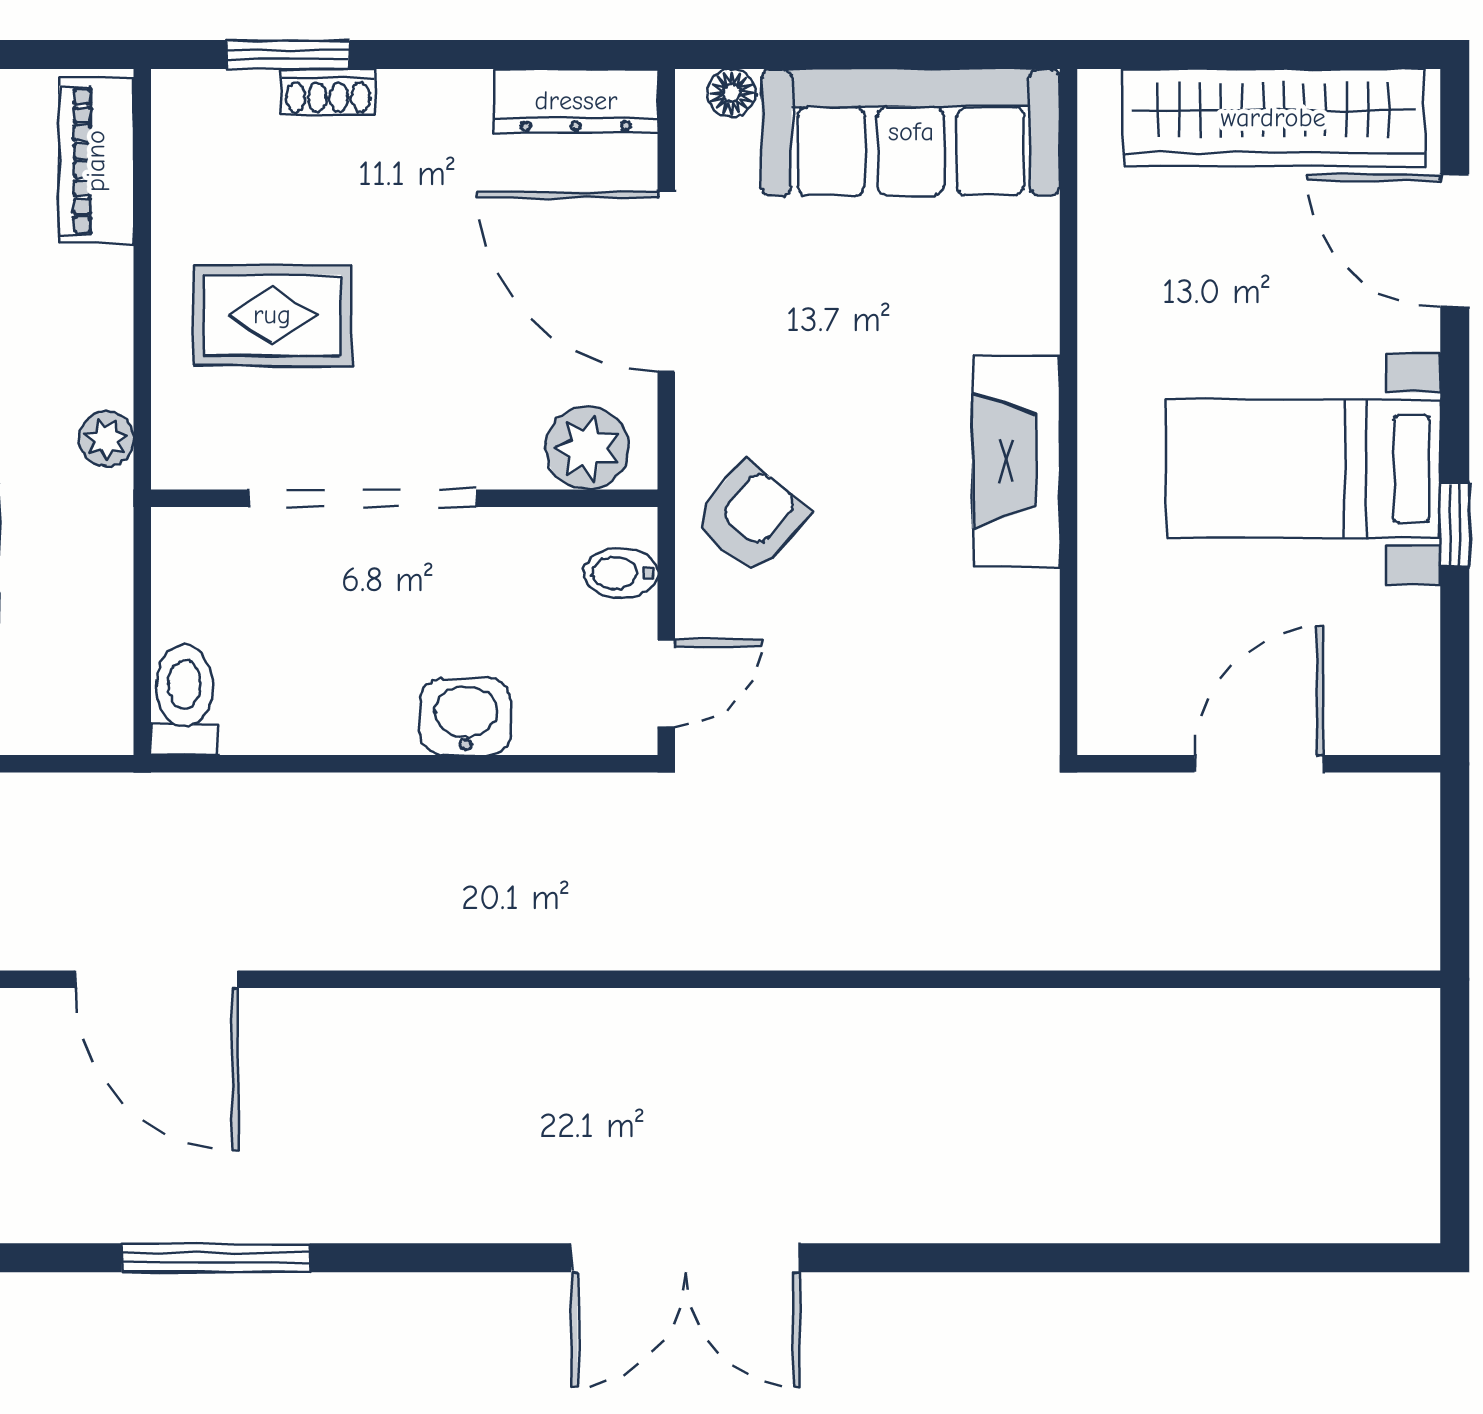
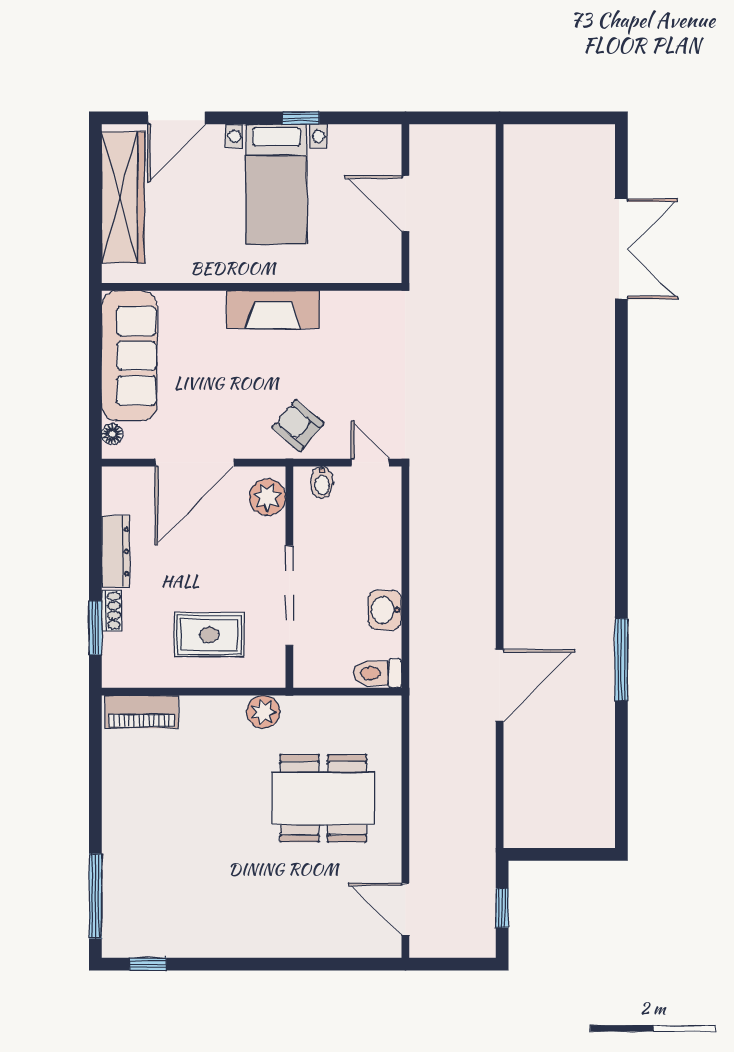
dresser: (576, 101) -> (116, 552), moved
rug: (272, 315) -> (209, 635), turned 90
plant: (106, 439) -> (263, 712), width x1.38, depth x1.38
washbasin: (466, 717) -> (385, 610), moved
double door: (685, 1258) -> (621, 249), moved

